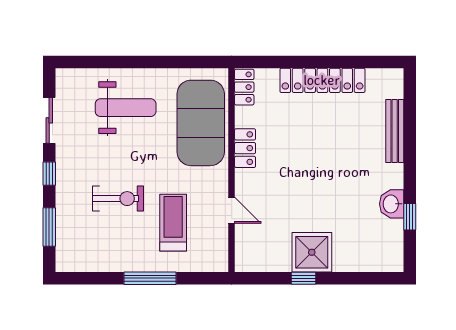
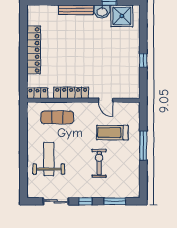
exercise mat: (201, 123) -> (57, 117), width x0.50, depth x0.69
bench: (395, 131) -> (76, 10), moved
locker: (245, 148) -> (71, 93), width x1.53
door: (232, 210) -> (106, 100), swing flipped
shower: (312, 252) -> (122, 16), moved

